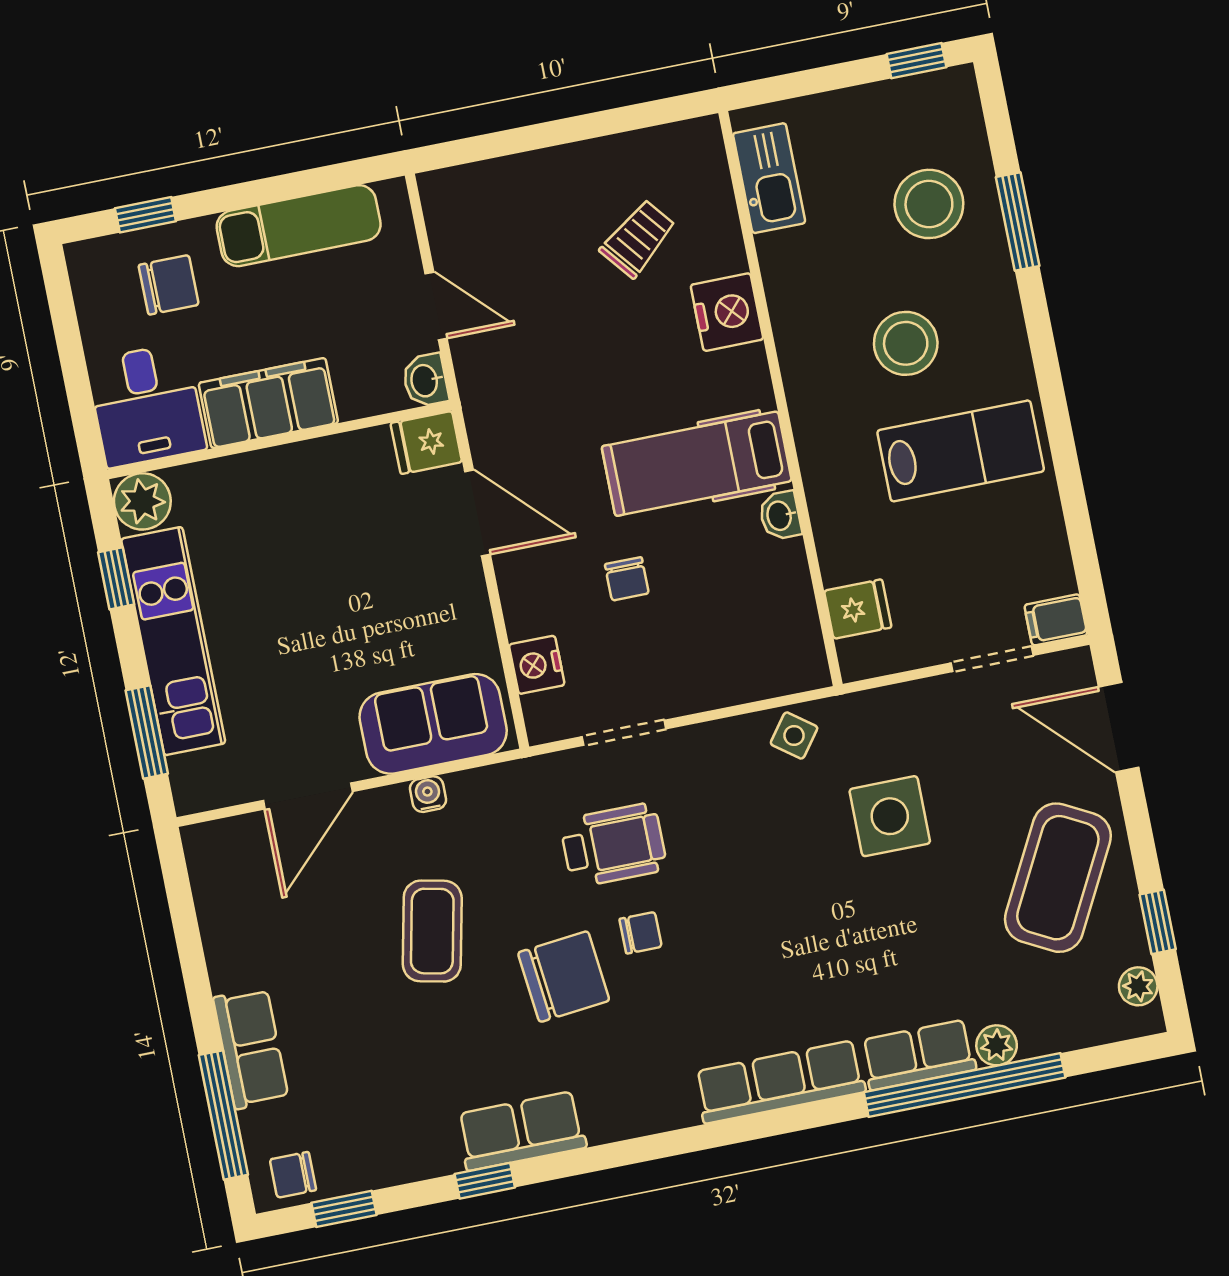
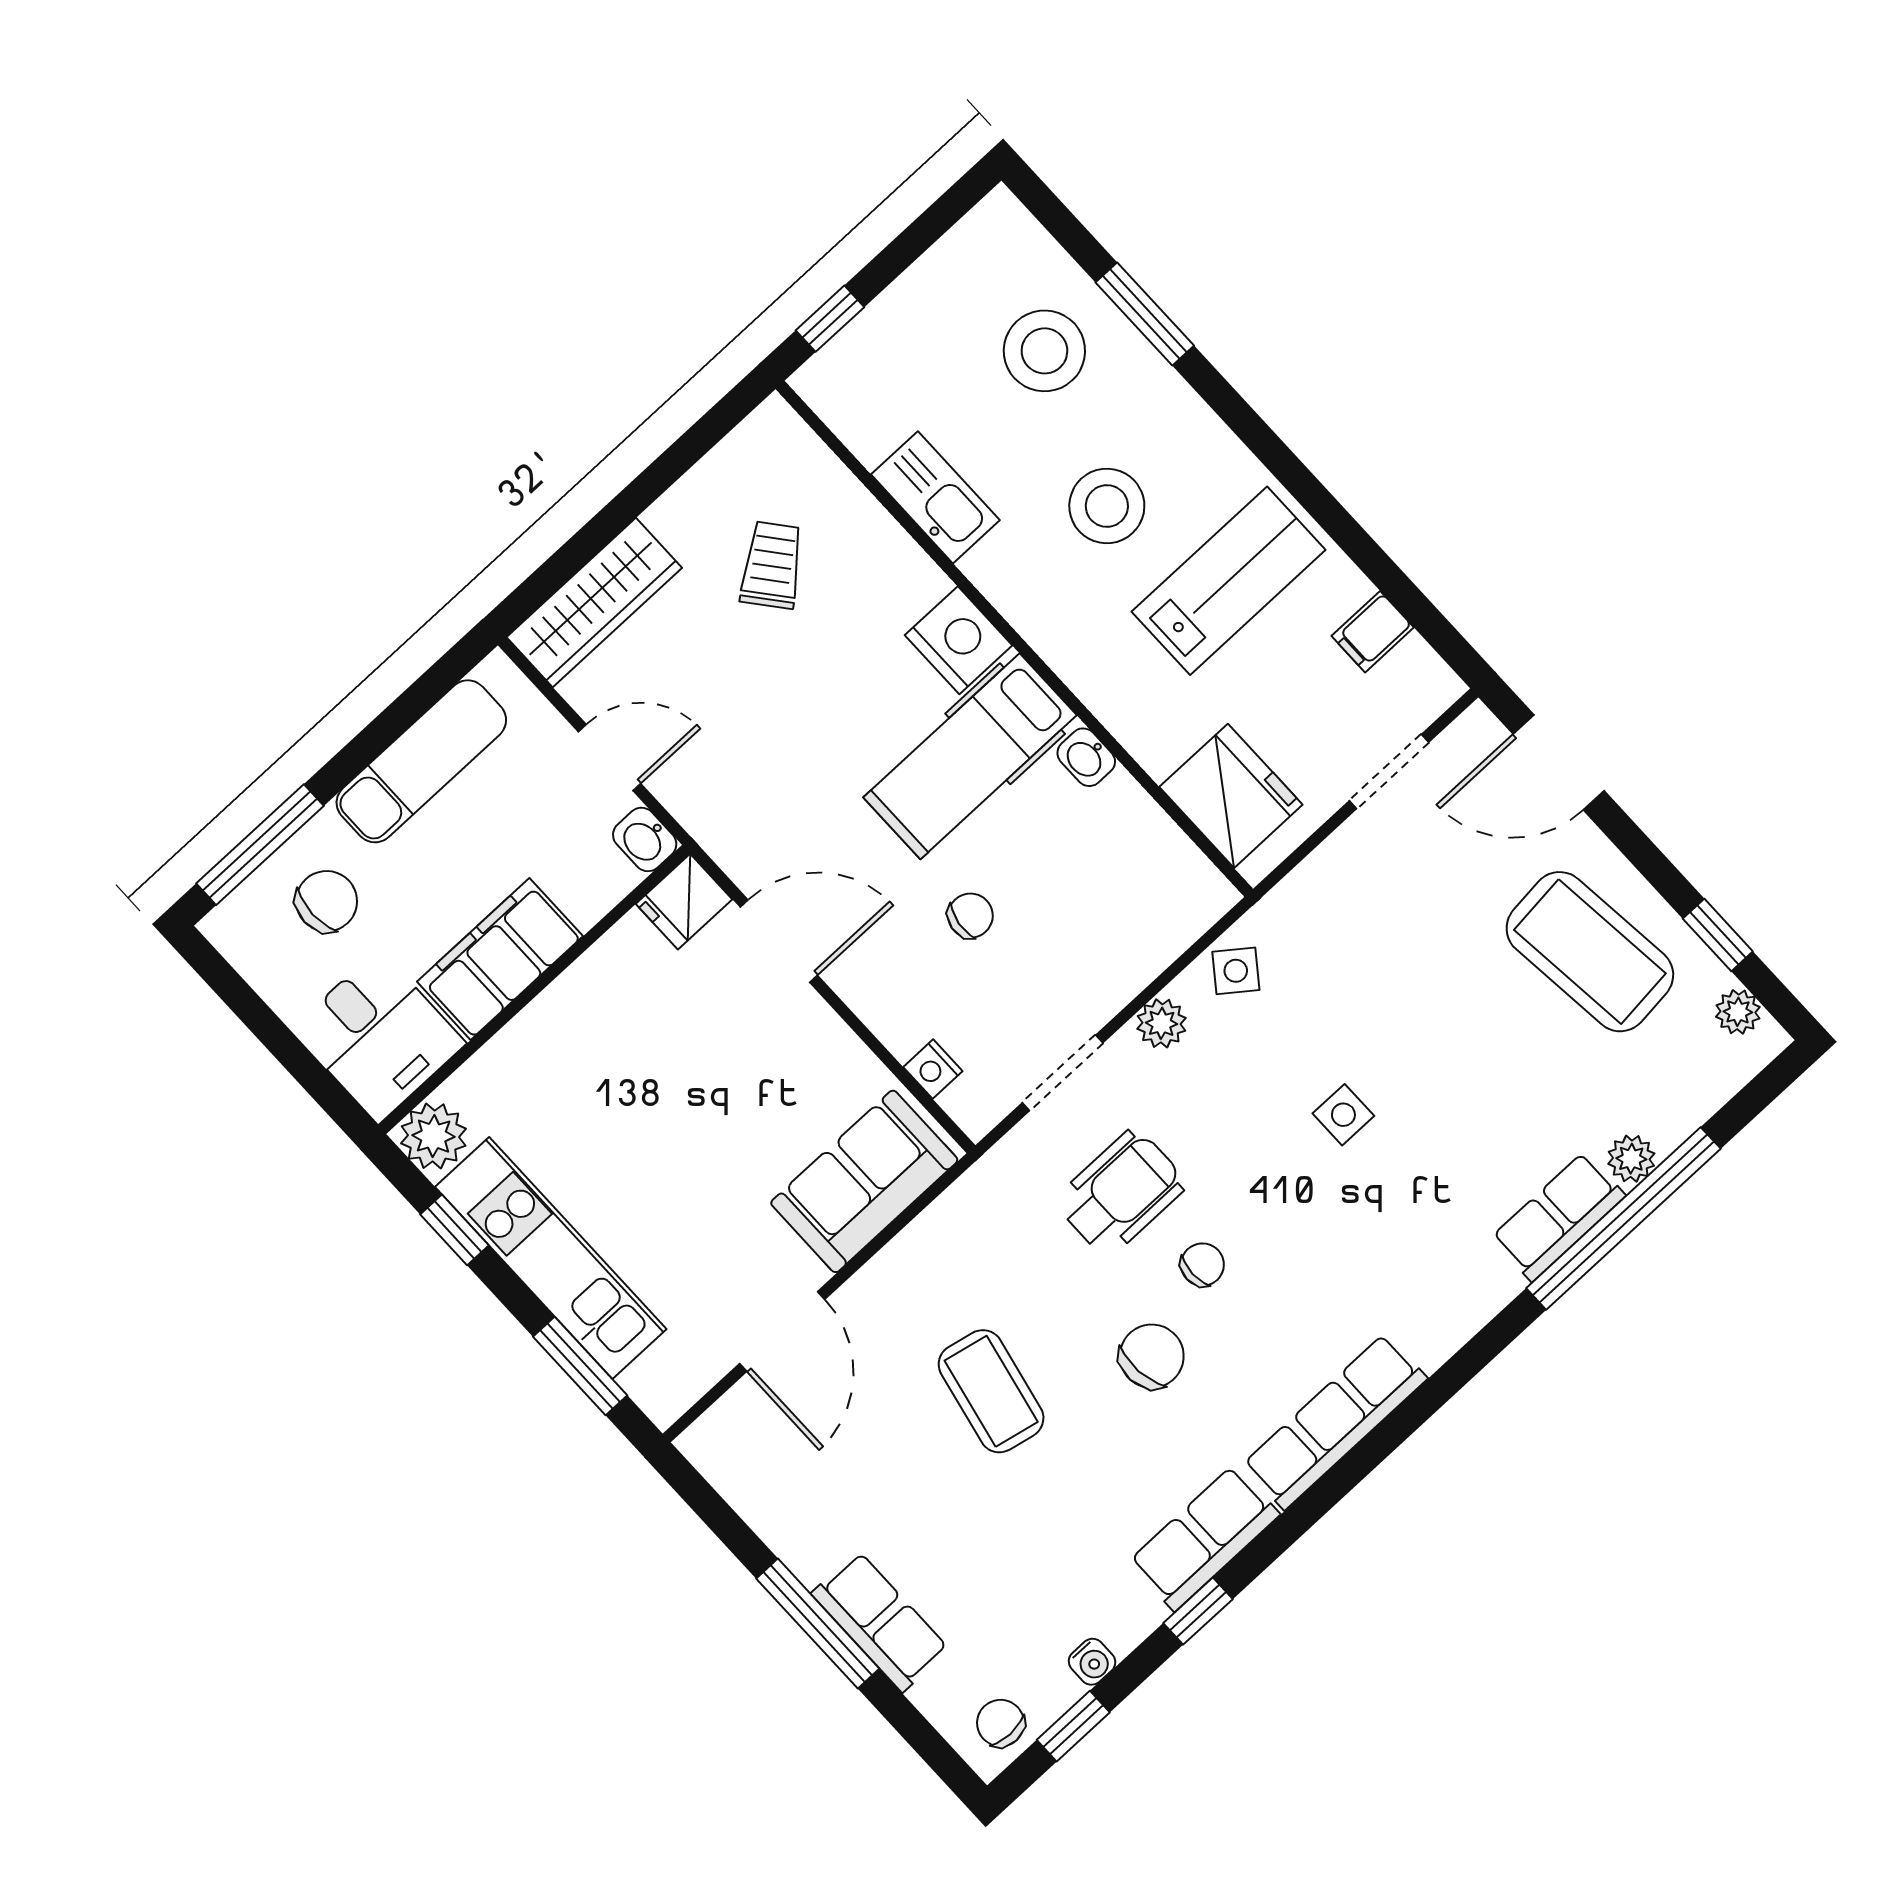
window: (916, 61) -> (830, 319), moved
kitchen sink: (769, 178) -> (935, 497), moved
wardrobe: (493, 187) -> (594, 603), added
window: (145, 215) -> (260, 845), width x2.17
nightstand: (727, 312) -> (959, 640), moved
chair: (627, 579) -> (970, 916), turned -82
fridge: (858, 609) -> (1231, 796), width x1.88, depth x1.34
filing cabinet: (1056, 620) -> (1373, 632), moved
nightstand: (537, 665) -> (933, 1069), width x0.72, depth x0.74
plant: (717, 741) -> (1162, 1023), added
water cooler: (428, 794) -> (1092, 1662), moved, turned 180
side table: (890, 816) -> (1343, 1115), moved, width x0.54, depth x0.54
coffee table: (1058, 878) -> (1590, 952), turned -34
chair: (564, 977) -> (1152, 1356), width x0.73, depth x0.73
row of seats: (780, 1082) -> (1335, 1421), moved
window: (223, 1115) -> (818, 1624), moved
chair: (293, 1175) -> (1001, 1723), turned 90

